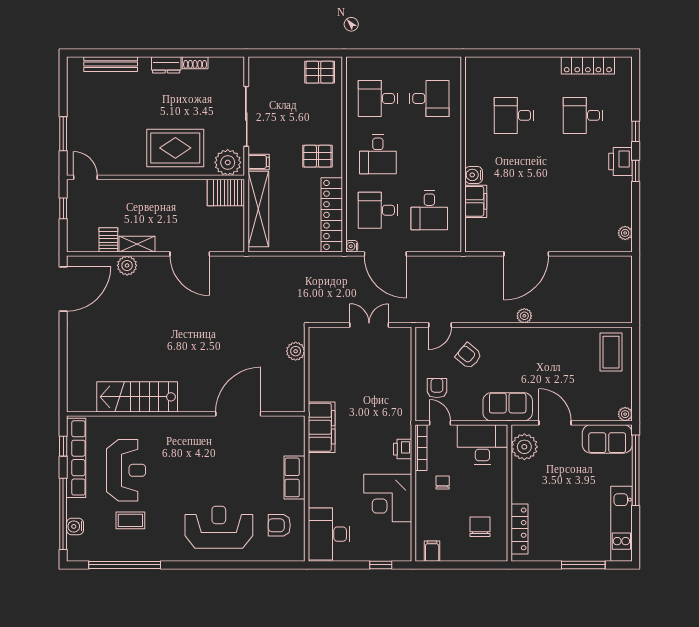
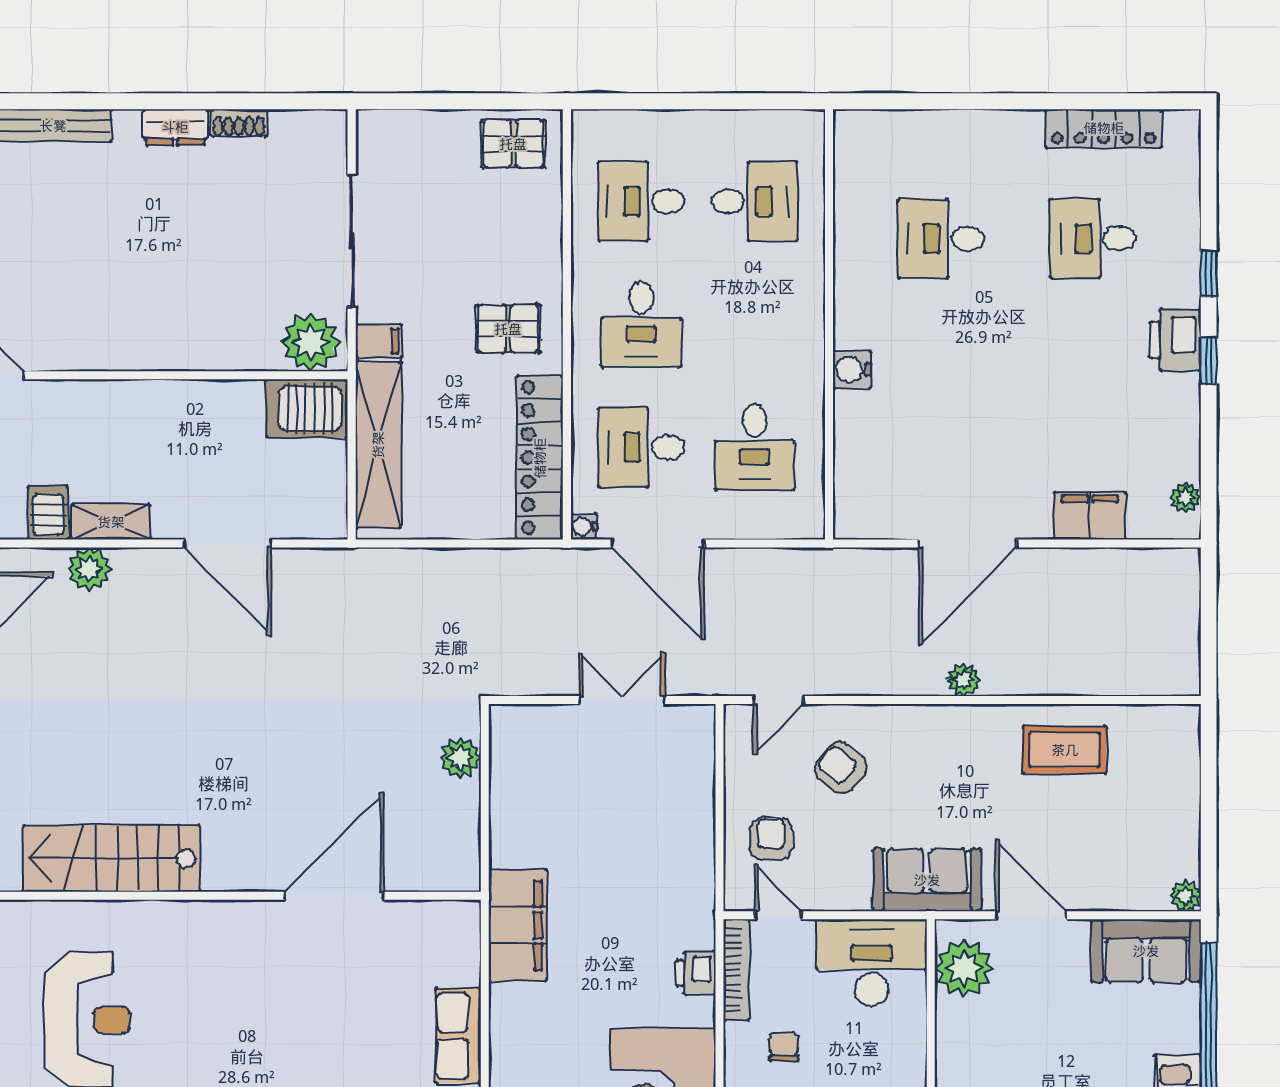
rug: (175, 148) -> (195, 310), removed
filing cabinet: (476, 201) -> (1090, 516), moved, turned -90
coffee table: (611, 352) -> (1065, 750), moved, turned 90

